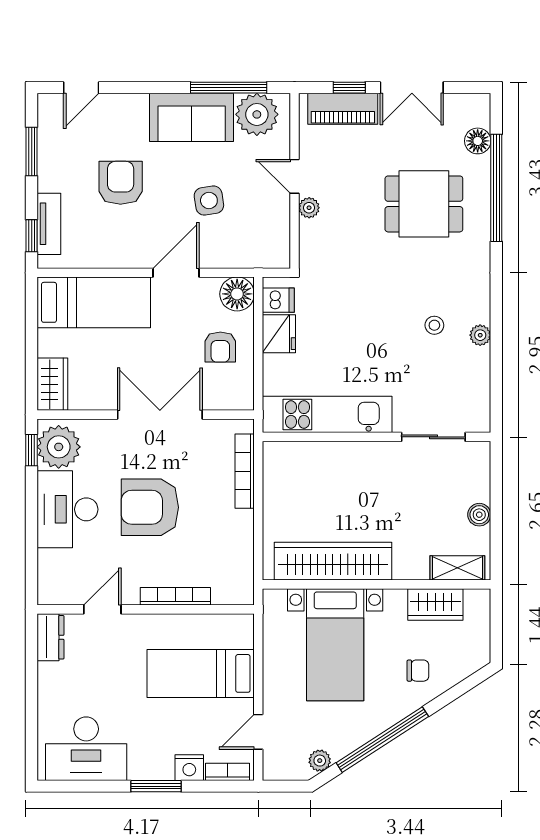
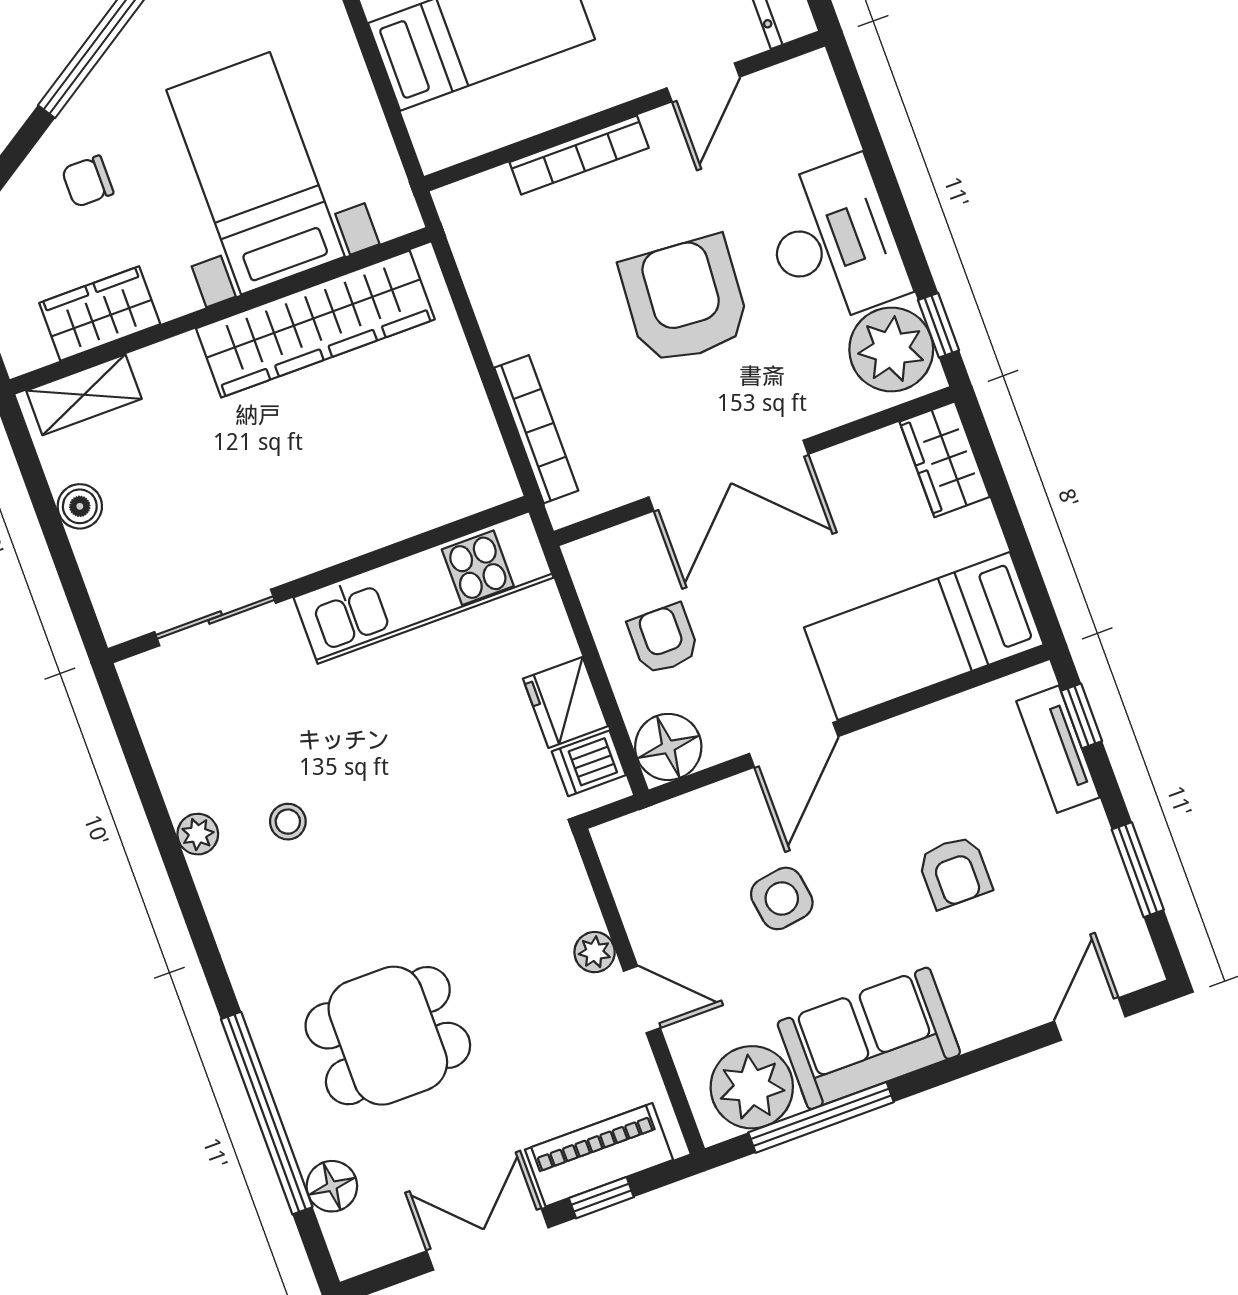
armchair: (121, 183) -> (955, 872), width x0.72, depth x0.72
armchair: (150, 507) -> (685, 300), turned -86

